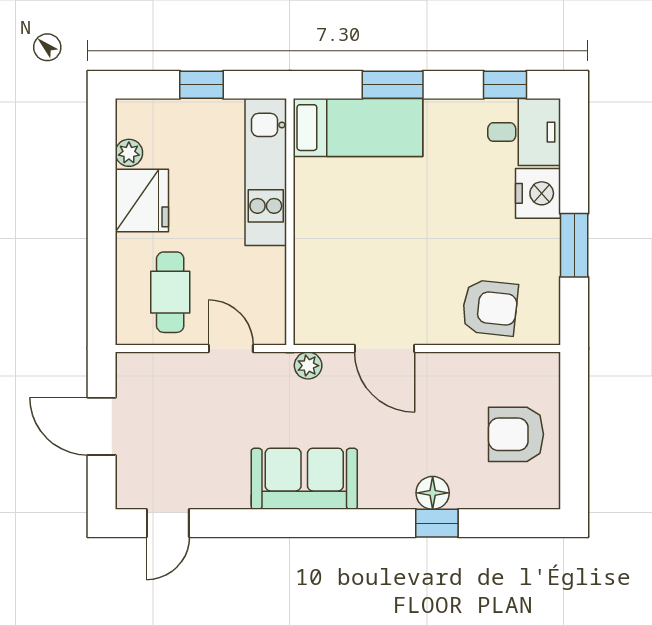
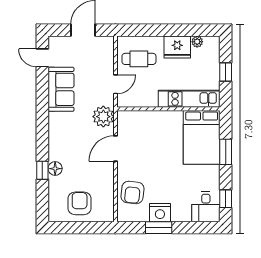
bed: (358, 128) -> (202, 137), width x1.50
nightstand: (538, 193) -> (160, 213), moved
plant: (308, 366) -> (103, 117), width x1.88, depth x1.88
sofa: (304, 479) -> (61, 89), moved

